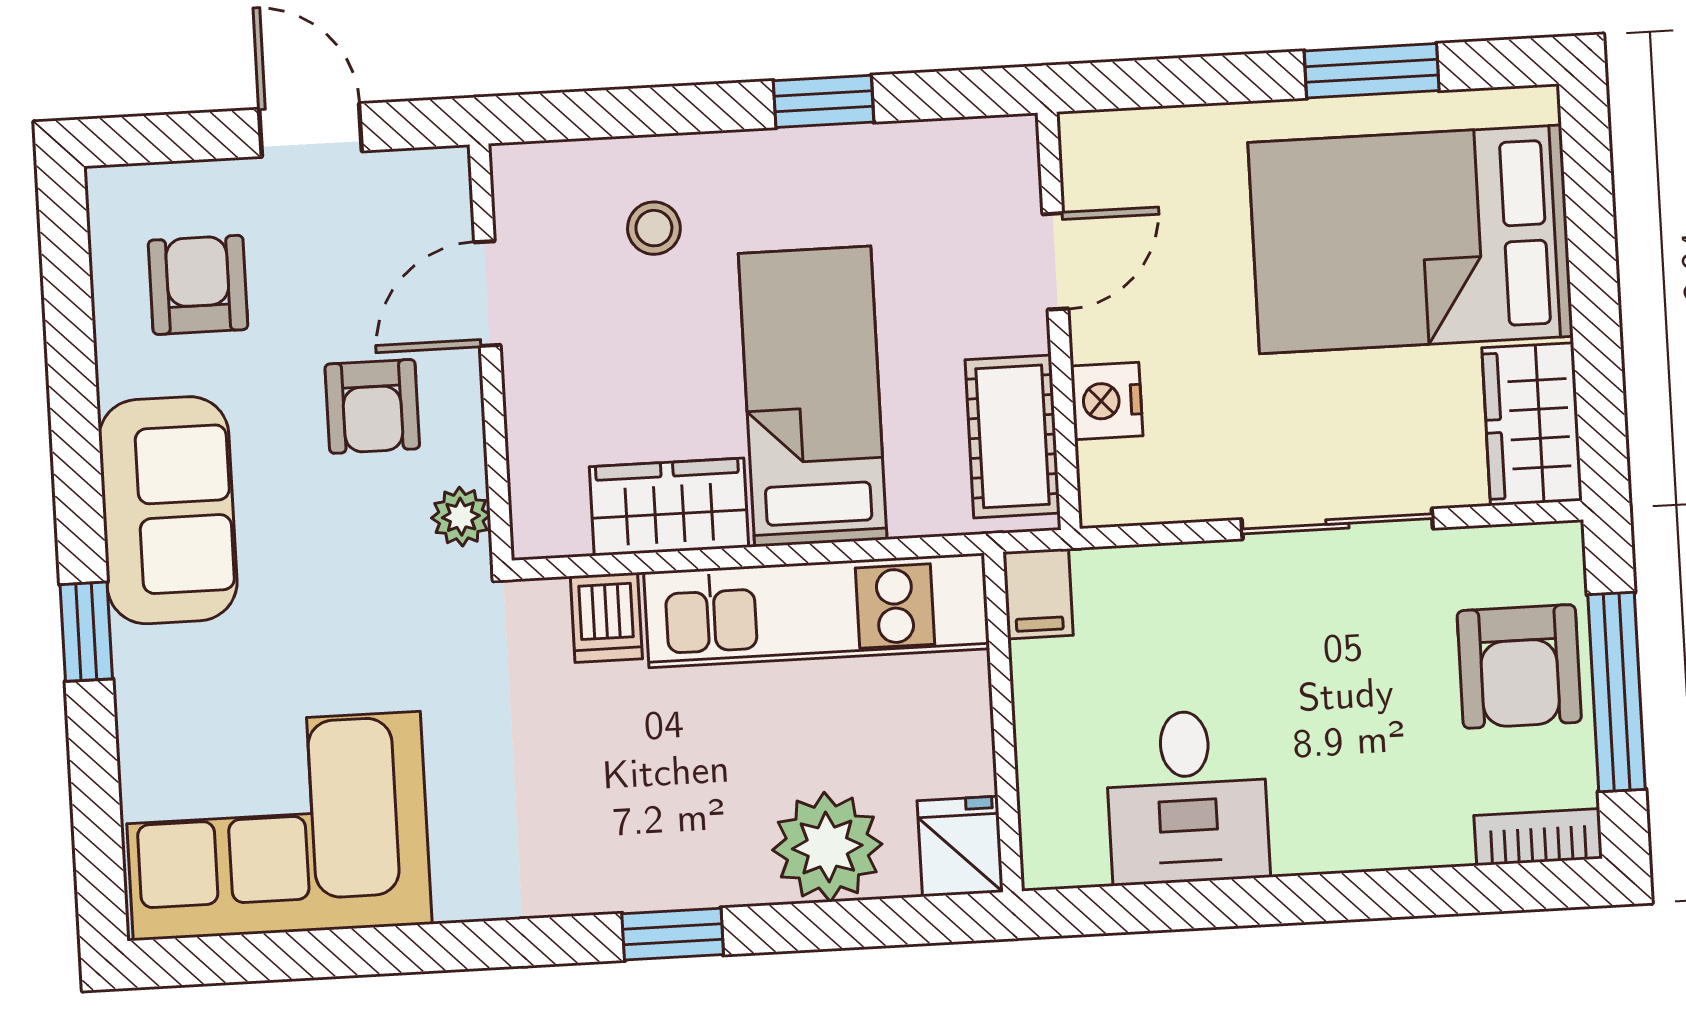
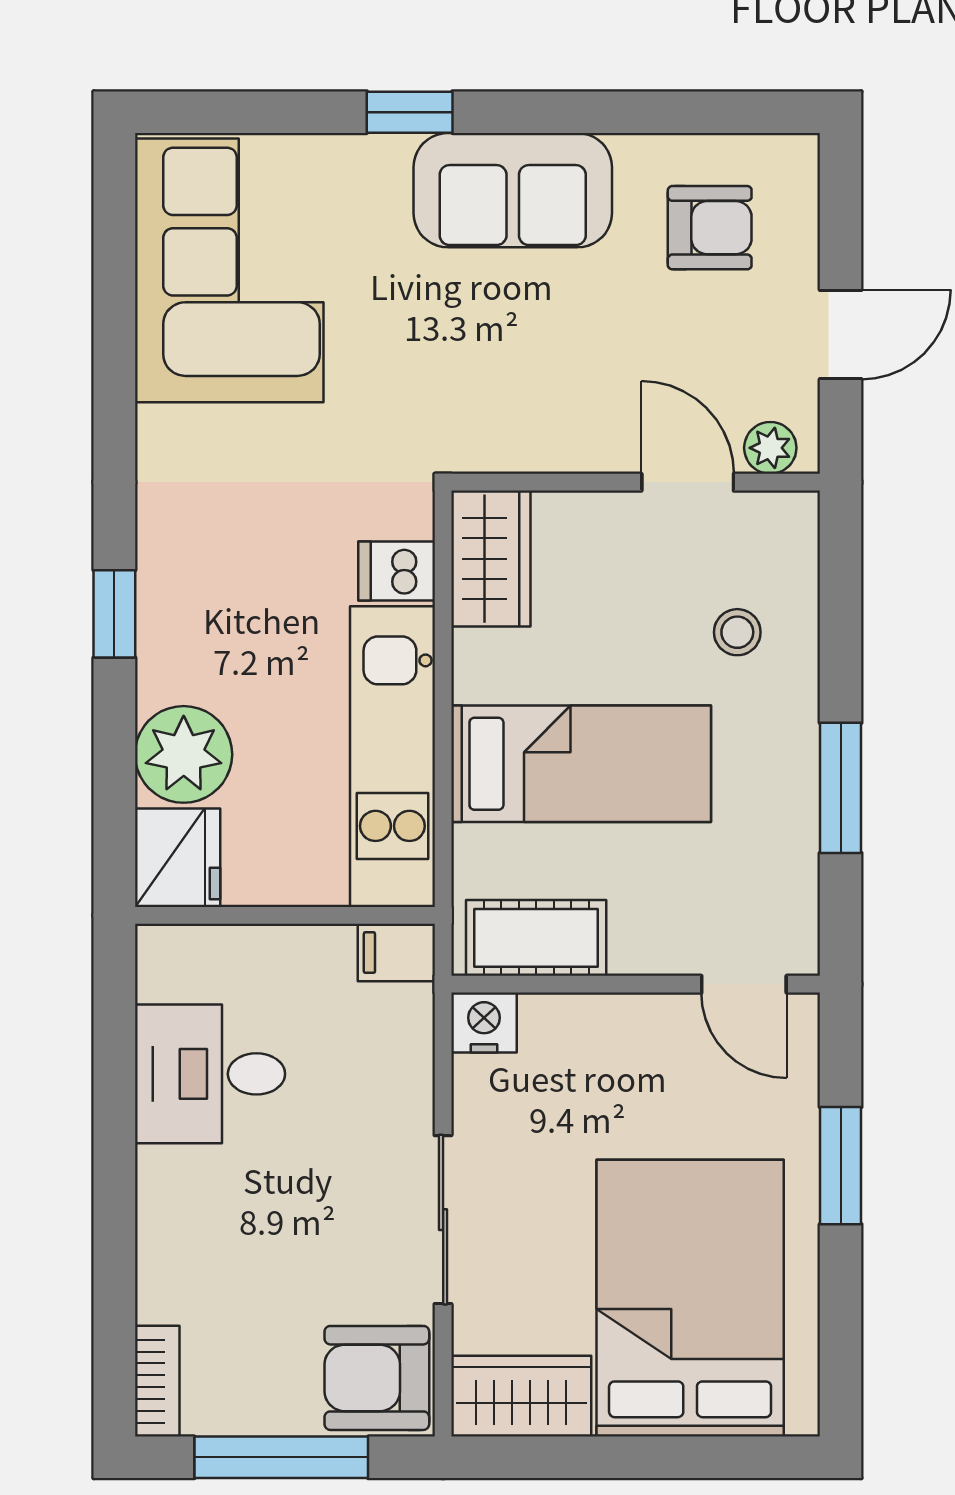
window: (1372, 71) -> (841, 1166), moved
window: (824, 101) -> (841, 788), width x1.50
door: (1055, 261) -> (744, 984), moved
nightstand: (1107, 401) -> (484, 1023), moved
armchair: (372, 406) -> (594, 375), removed
wardrobe: (669, 507) -> (491, 559), moved
plant: (461, 517) -> (770, 448), moved
armchair: (1519, 666) -> (377, 1378), moved
fridge: (960, 846) -> (178, 858), width x1.38

